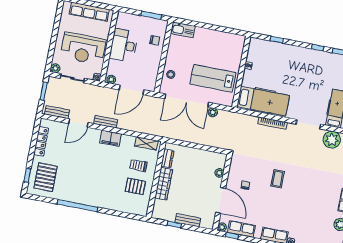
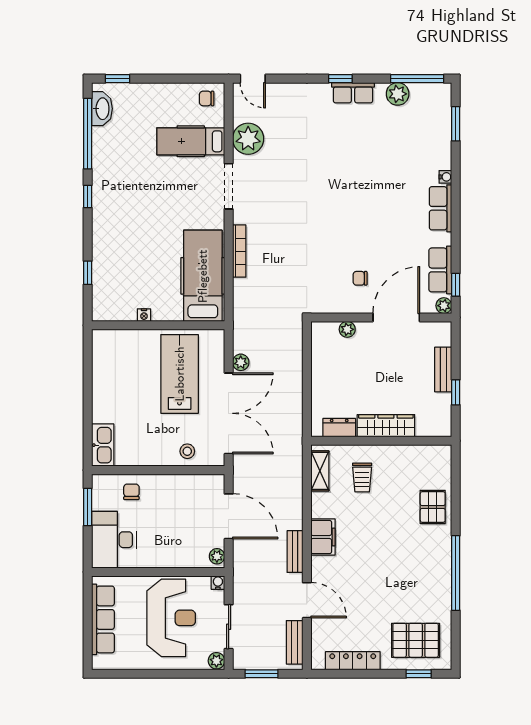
desk: (124, 45) -> (114, 540), moved, turned 90
lab bench: (213, 78) -> (180, 374), turned 180
coffee table: (278, 179) -> (337, 223), removed
pallet: (135, 186) -> (433, 507), moved

